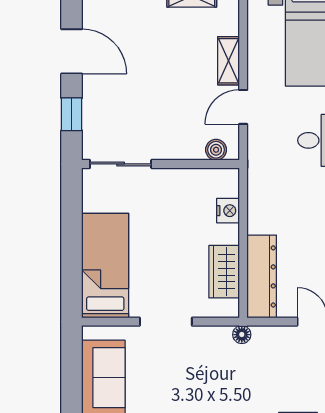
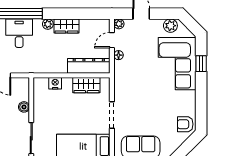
boiler: (216, 150) -> (24, 107), moved
floor lamp: (242, 335) -> (119, 55), moved

